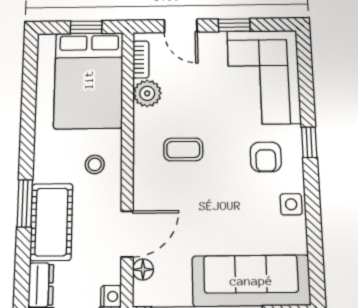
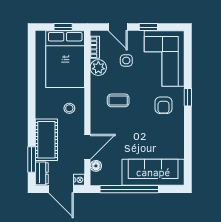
window: (25, 203) -> (32, 160), moved
side table: (291, 204) -> (126, 60), moved

